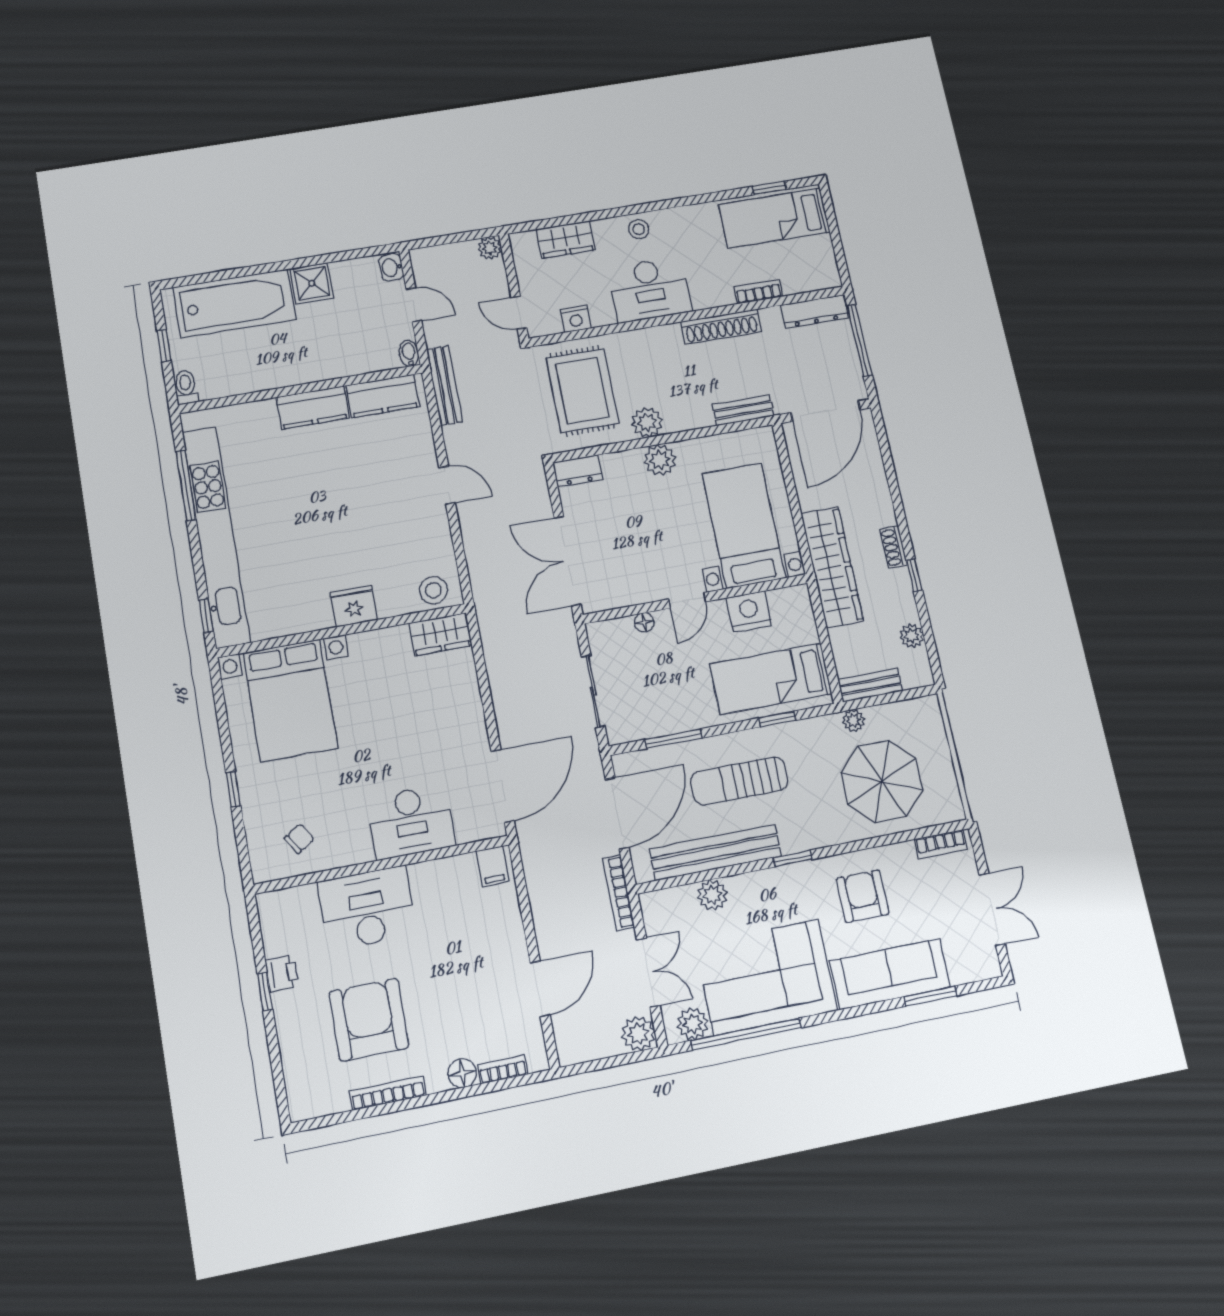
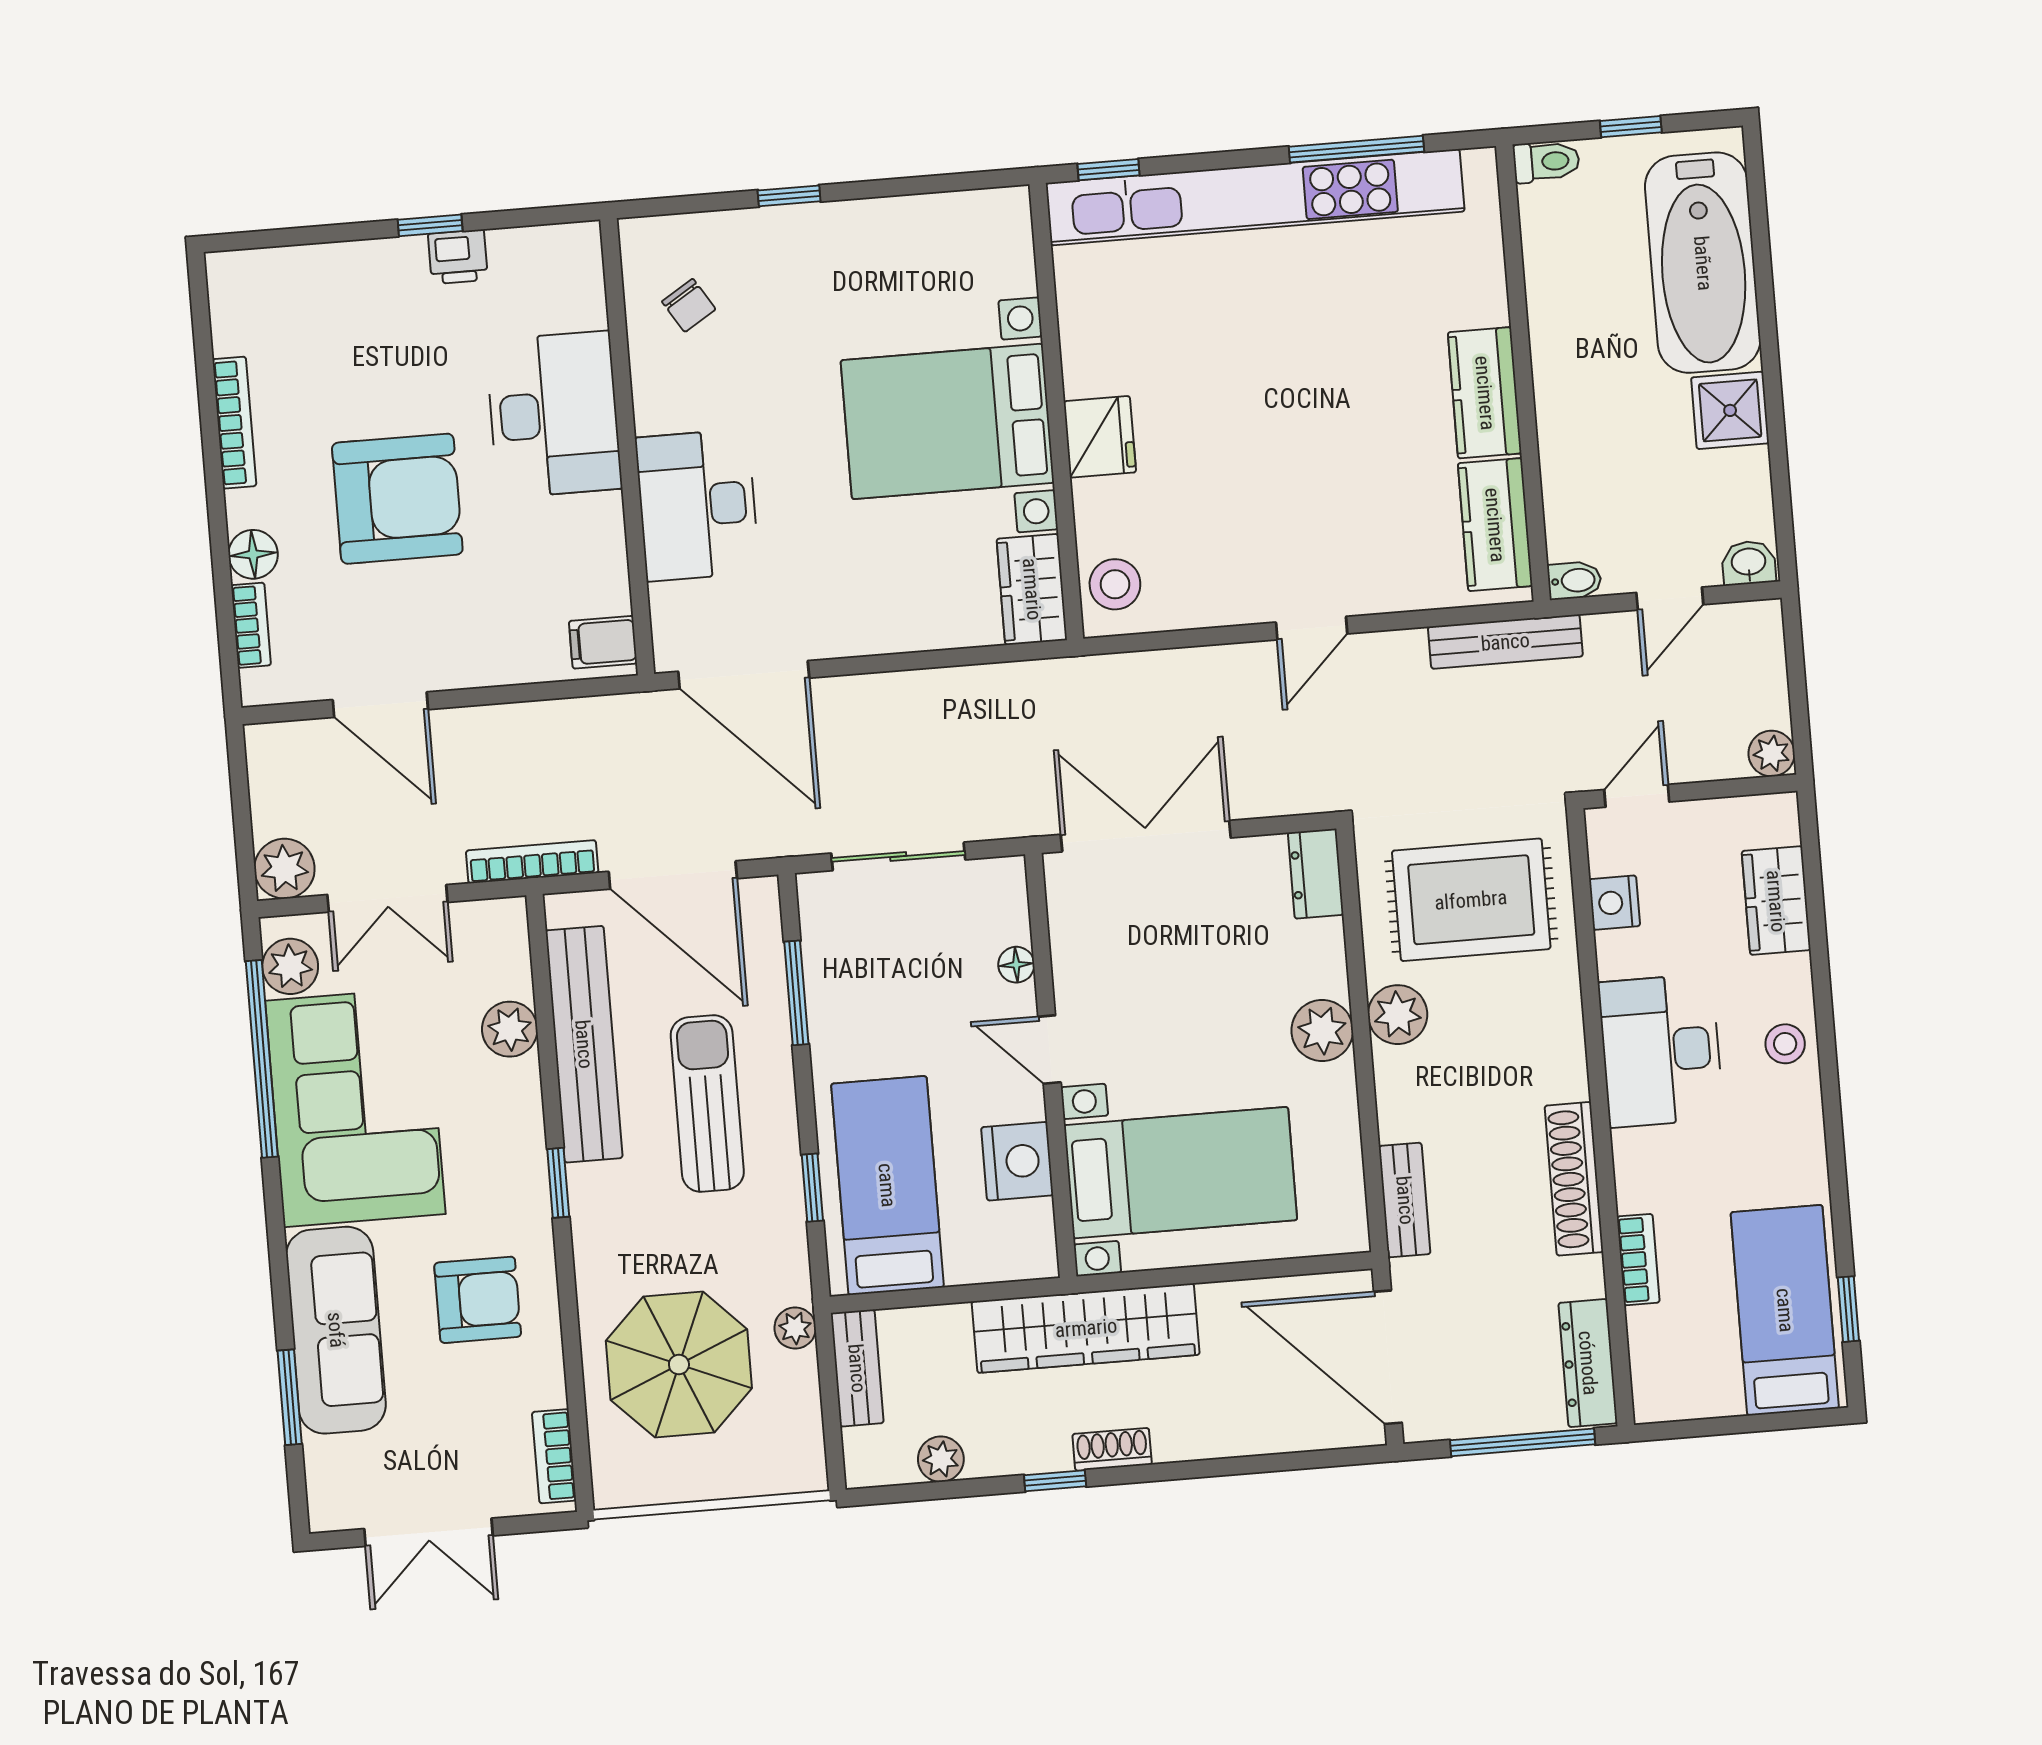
bed with nightstands: (290, 700) -> (947, 421), moved
armchair: (369, 1020) -> (397, 499), moved

